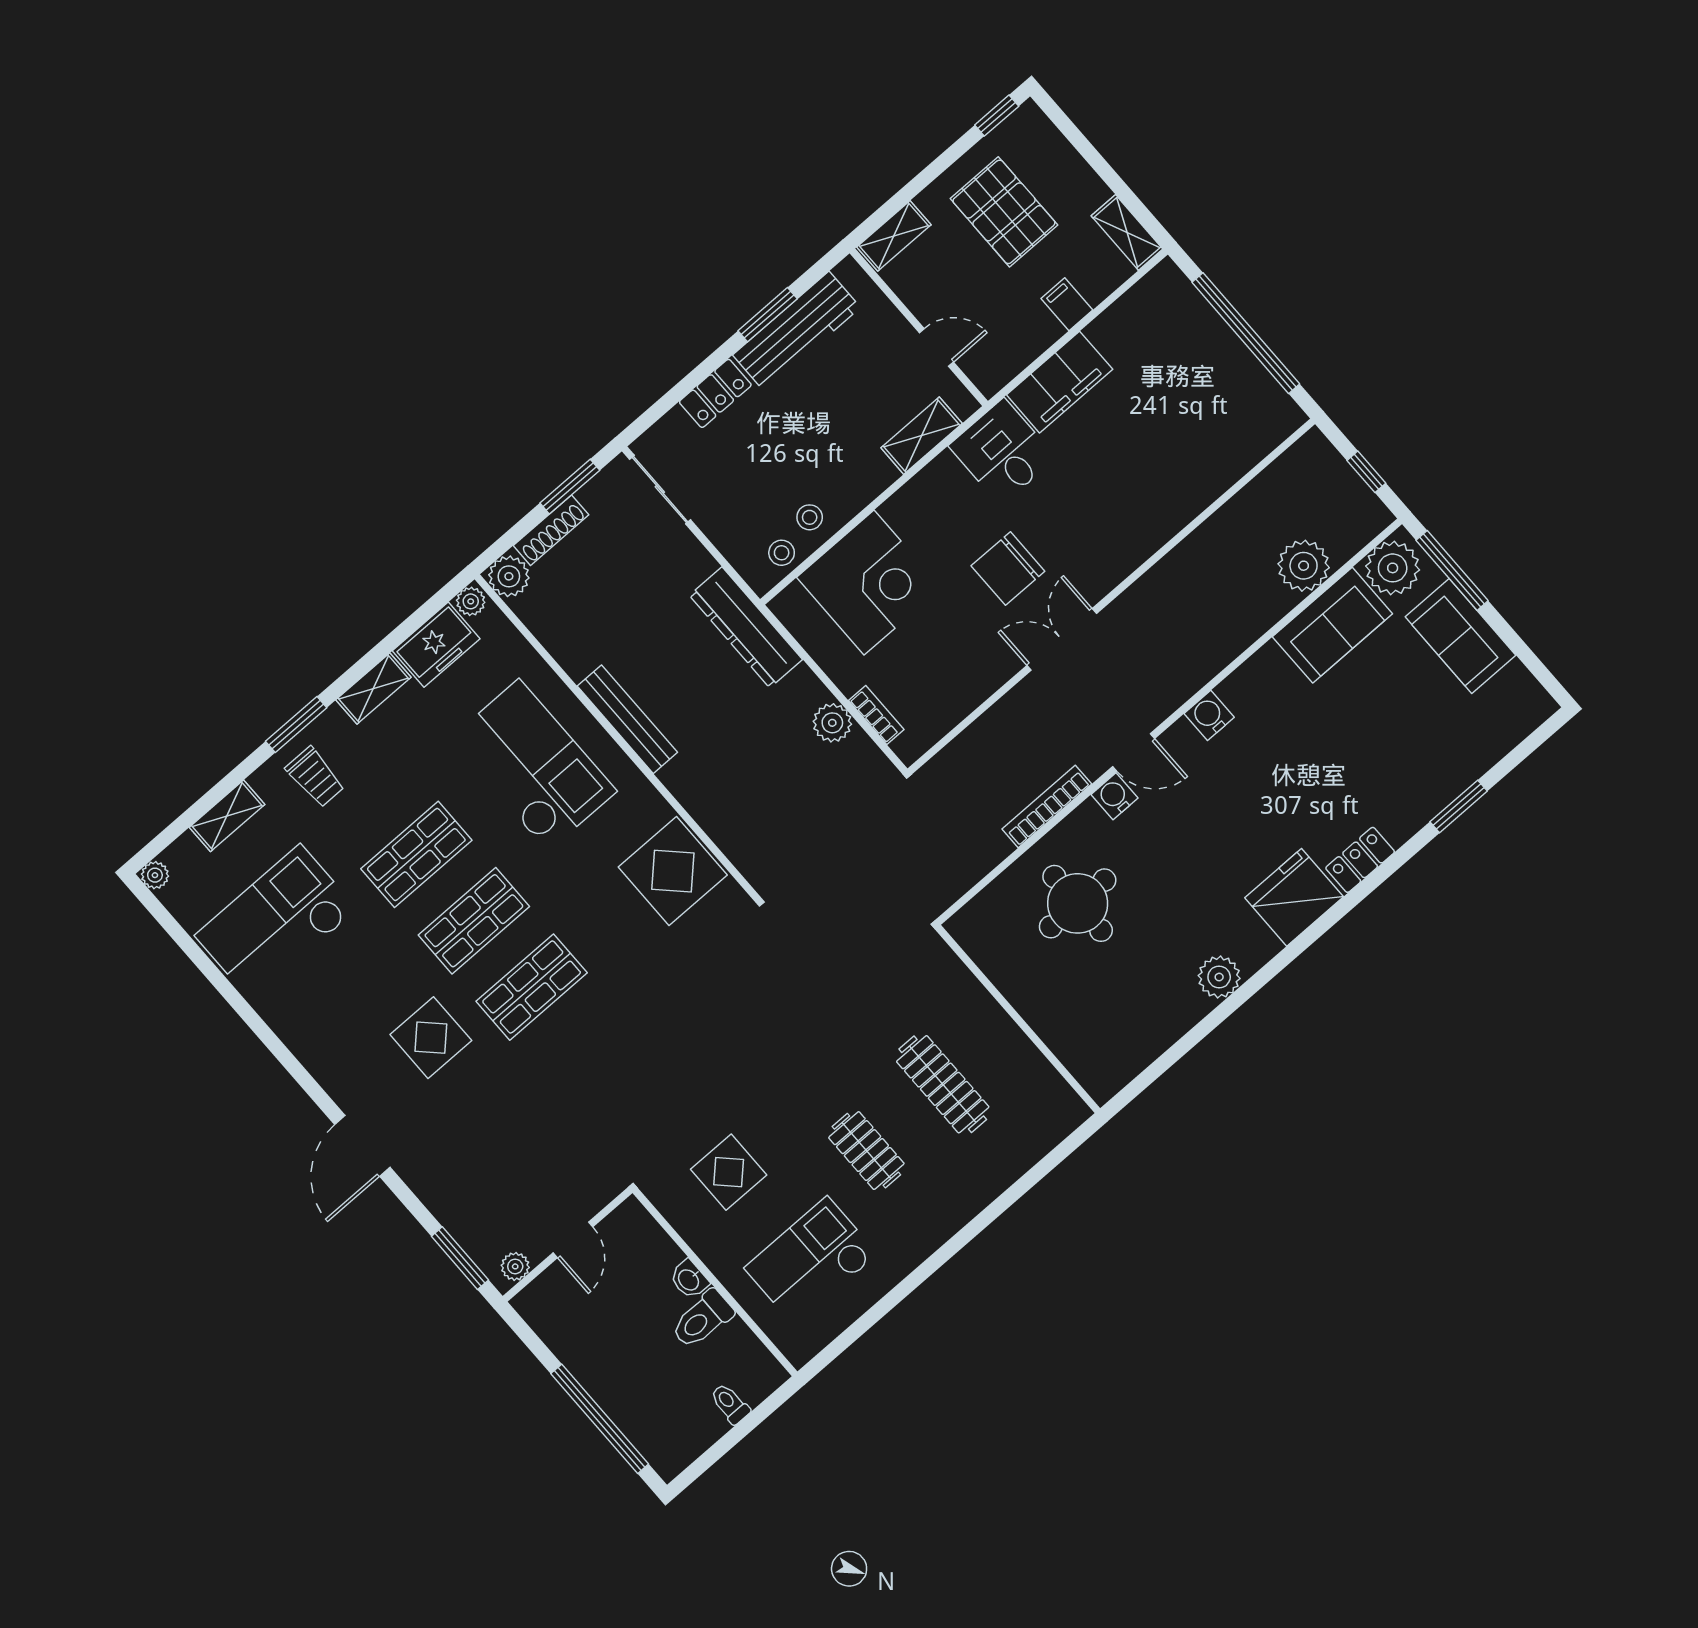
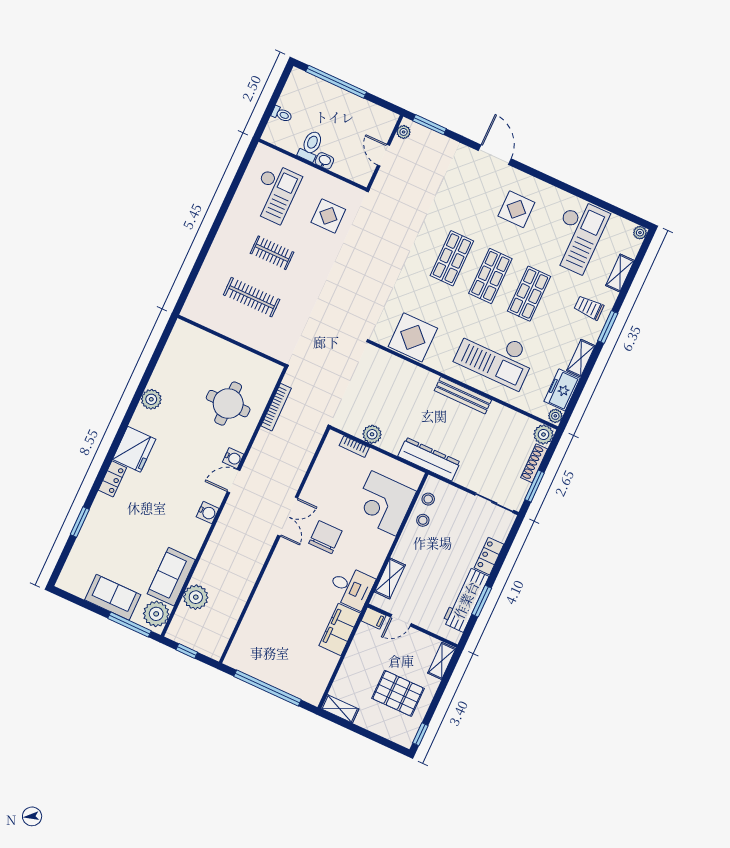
filing cabinet: (1067, 304) -> (374, 618), moved
bookcase: (1047, 806) -> (276, 407), moved
display table: (431, 1038) -> (516, 209), moved

